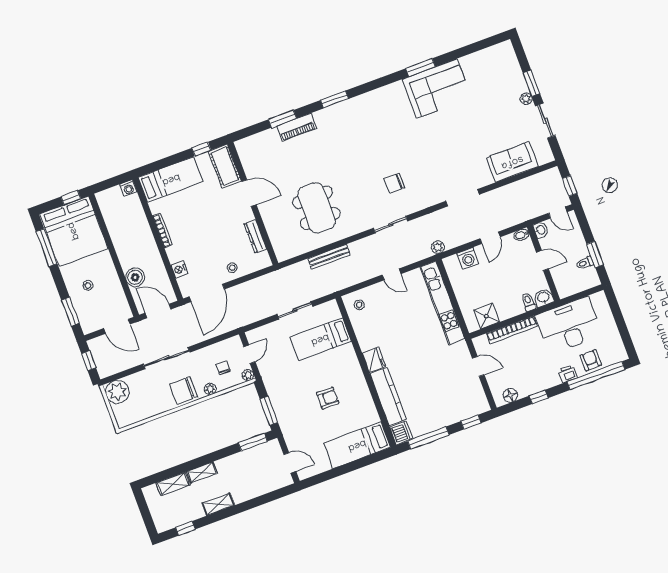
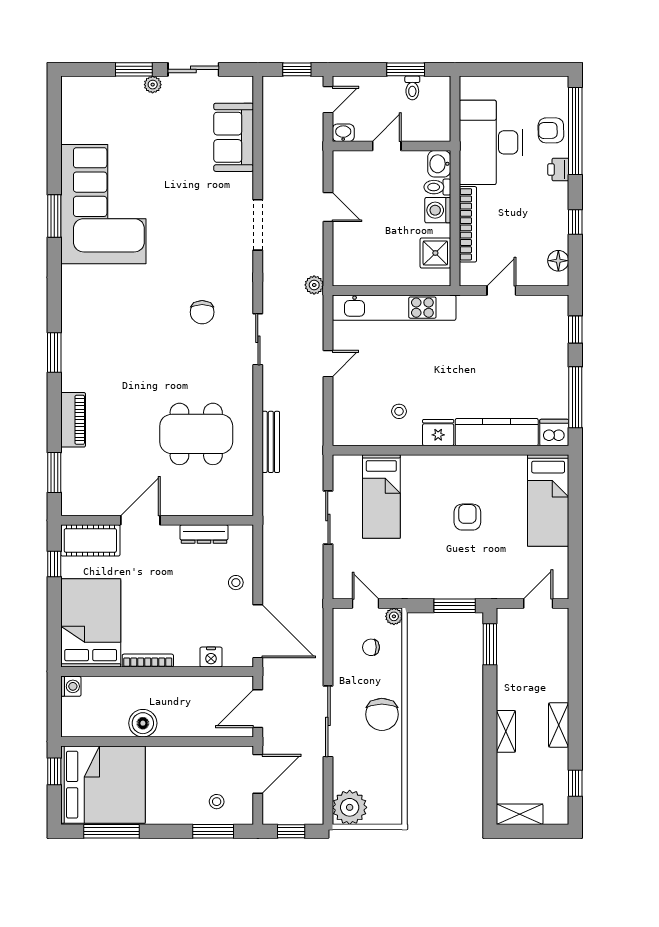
corner sofa: (437, 89) -> (103, 204), width x1.36, depth x1.36
window: (282, 119) -> (54, 473), moved
bed: (171, 179) -> (91, 623), width x1.50
bidet: (521, 235) -> (340, 162), removed
washing machine: (468, 258) -> (438, 210), moved, turned 180
boiler: (135, 277) -> (143, 723), moved
stool: (88, 285) -> (217, 802), moved
stool: (359, 305) -> (399, 411), moved
plant: (210, 389) -> (394, 676), removed
shelving: (173, 484) -> (520, 814), moved, turned 90

